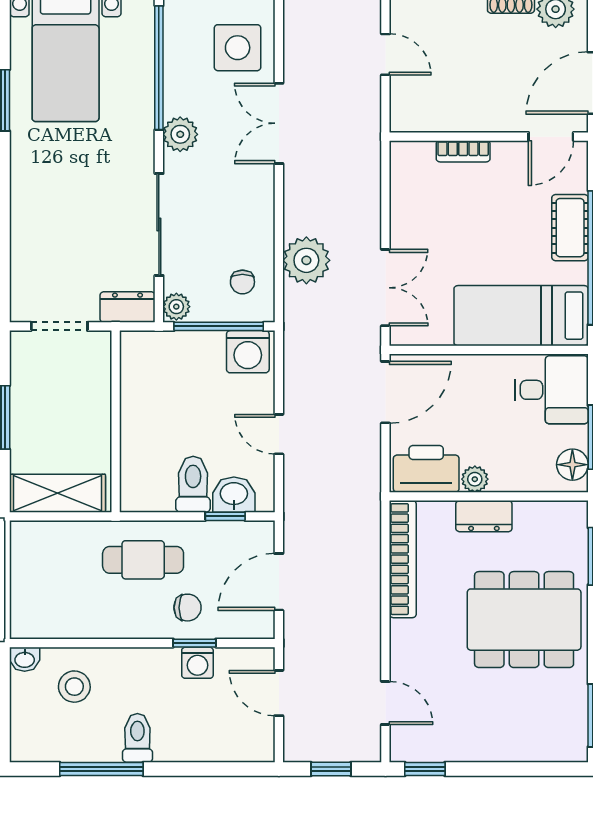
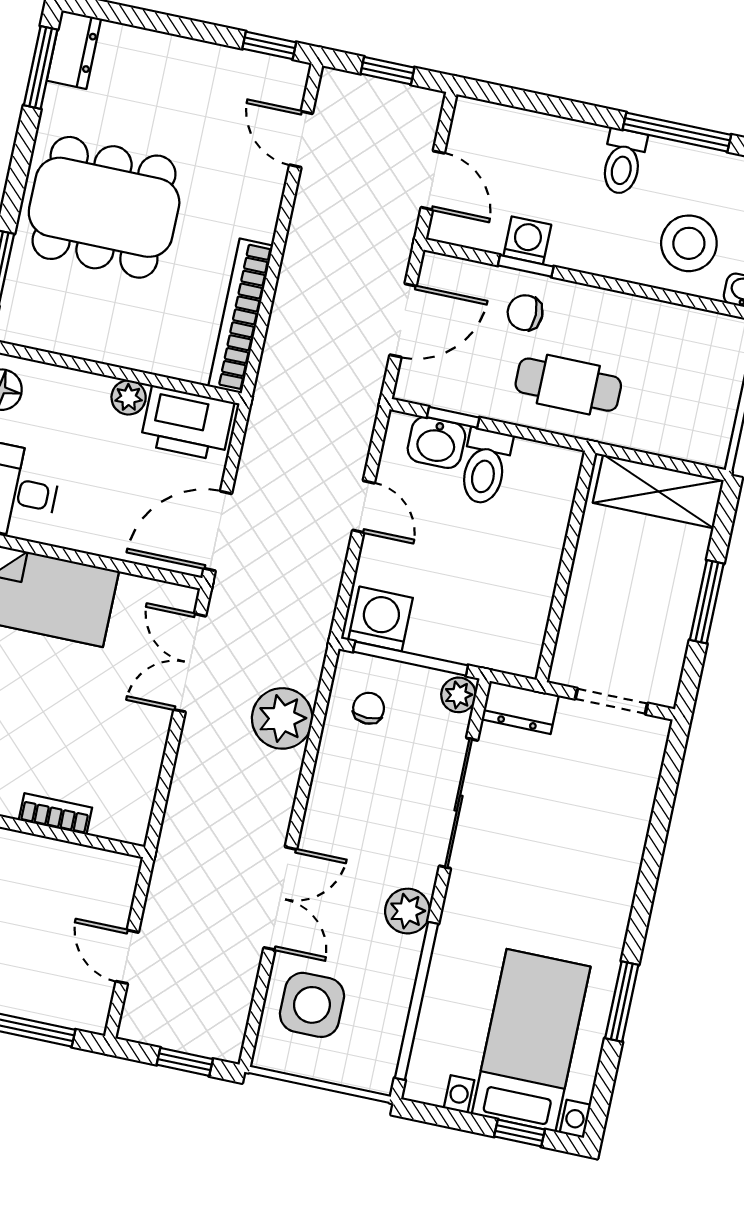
dresser: (484, 516) -> (74, 50), moved, turned 90
stool: (74, 687) -> (689, 243), width x1.38, depth x1.38

